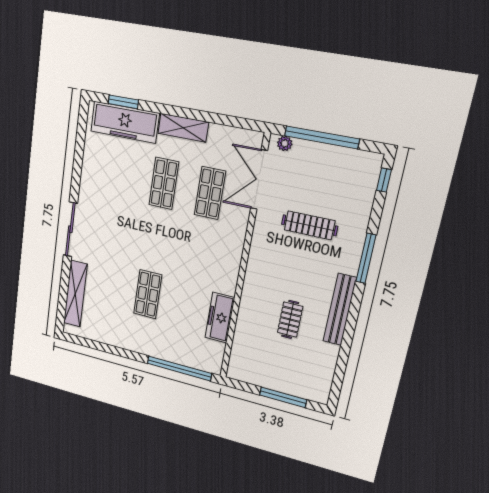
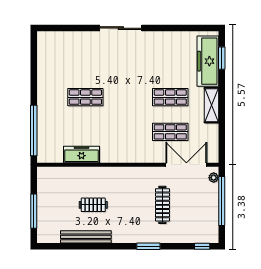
window: (366, 258) -> (148, 246), width x0.69
shelving: (75, 294) -> (71, 38), removed
bench: (340, 310) -> (86, 237), moved

